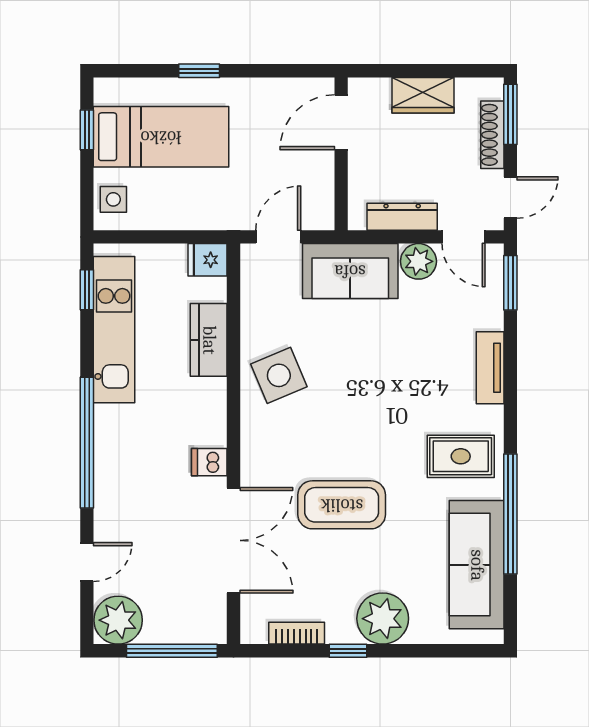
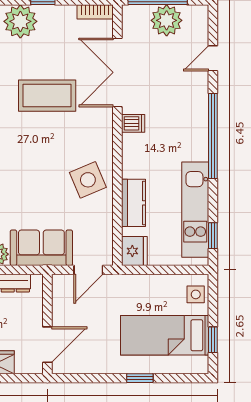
fridge: (208, 260) -> (134, 251), width x1.38
plant: (118, 620) -> (167, 20), moved
bookcase: (297, 633) -> (95, 12), moved

